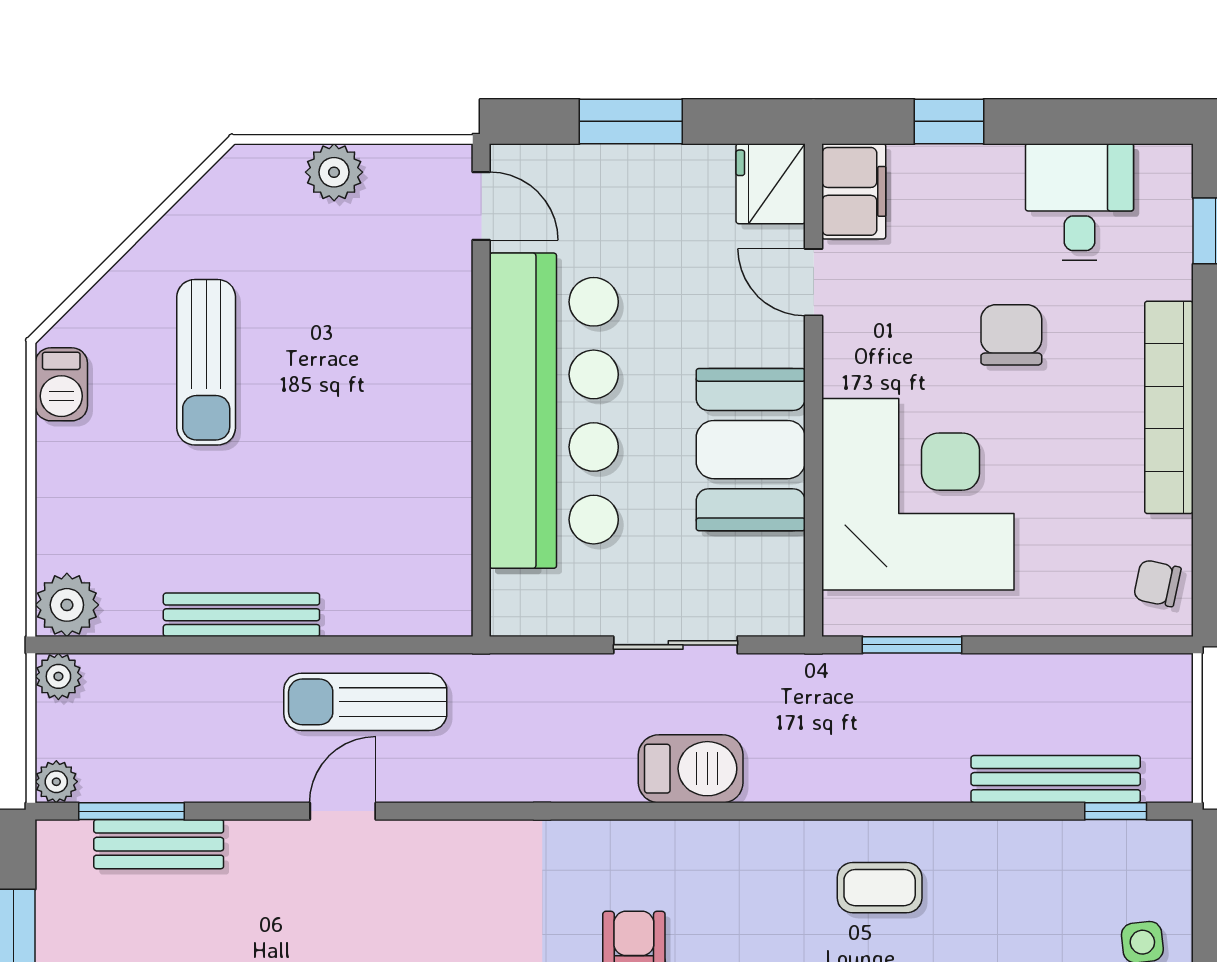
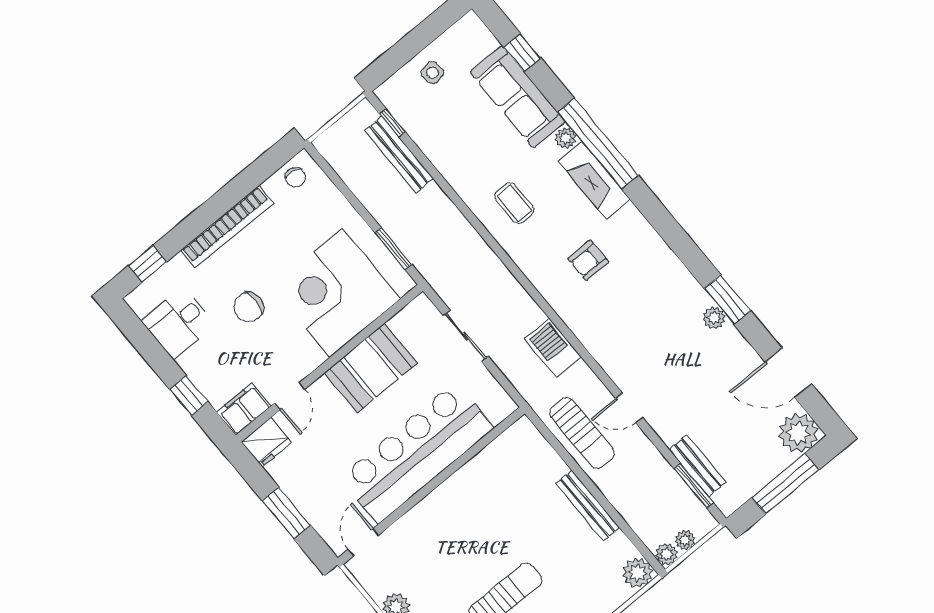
barbecue: (691, 769) -> (553, 348), moved
plant: (56, 782) -> (685, 540), moved
coffee table: (880, 888) -> (514, 203), moved

